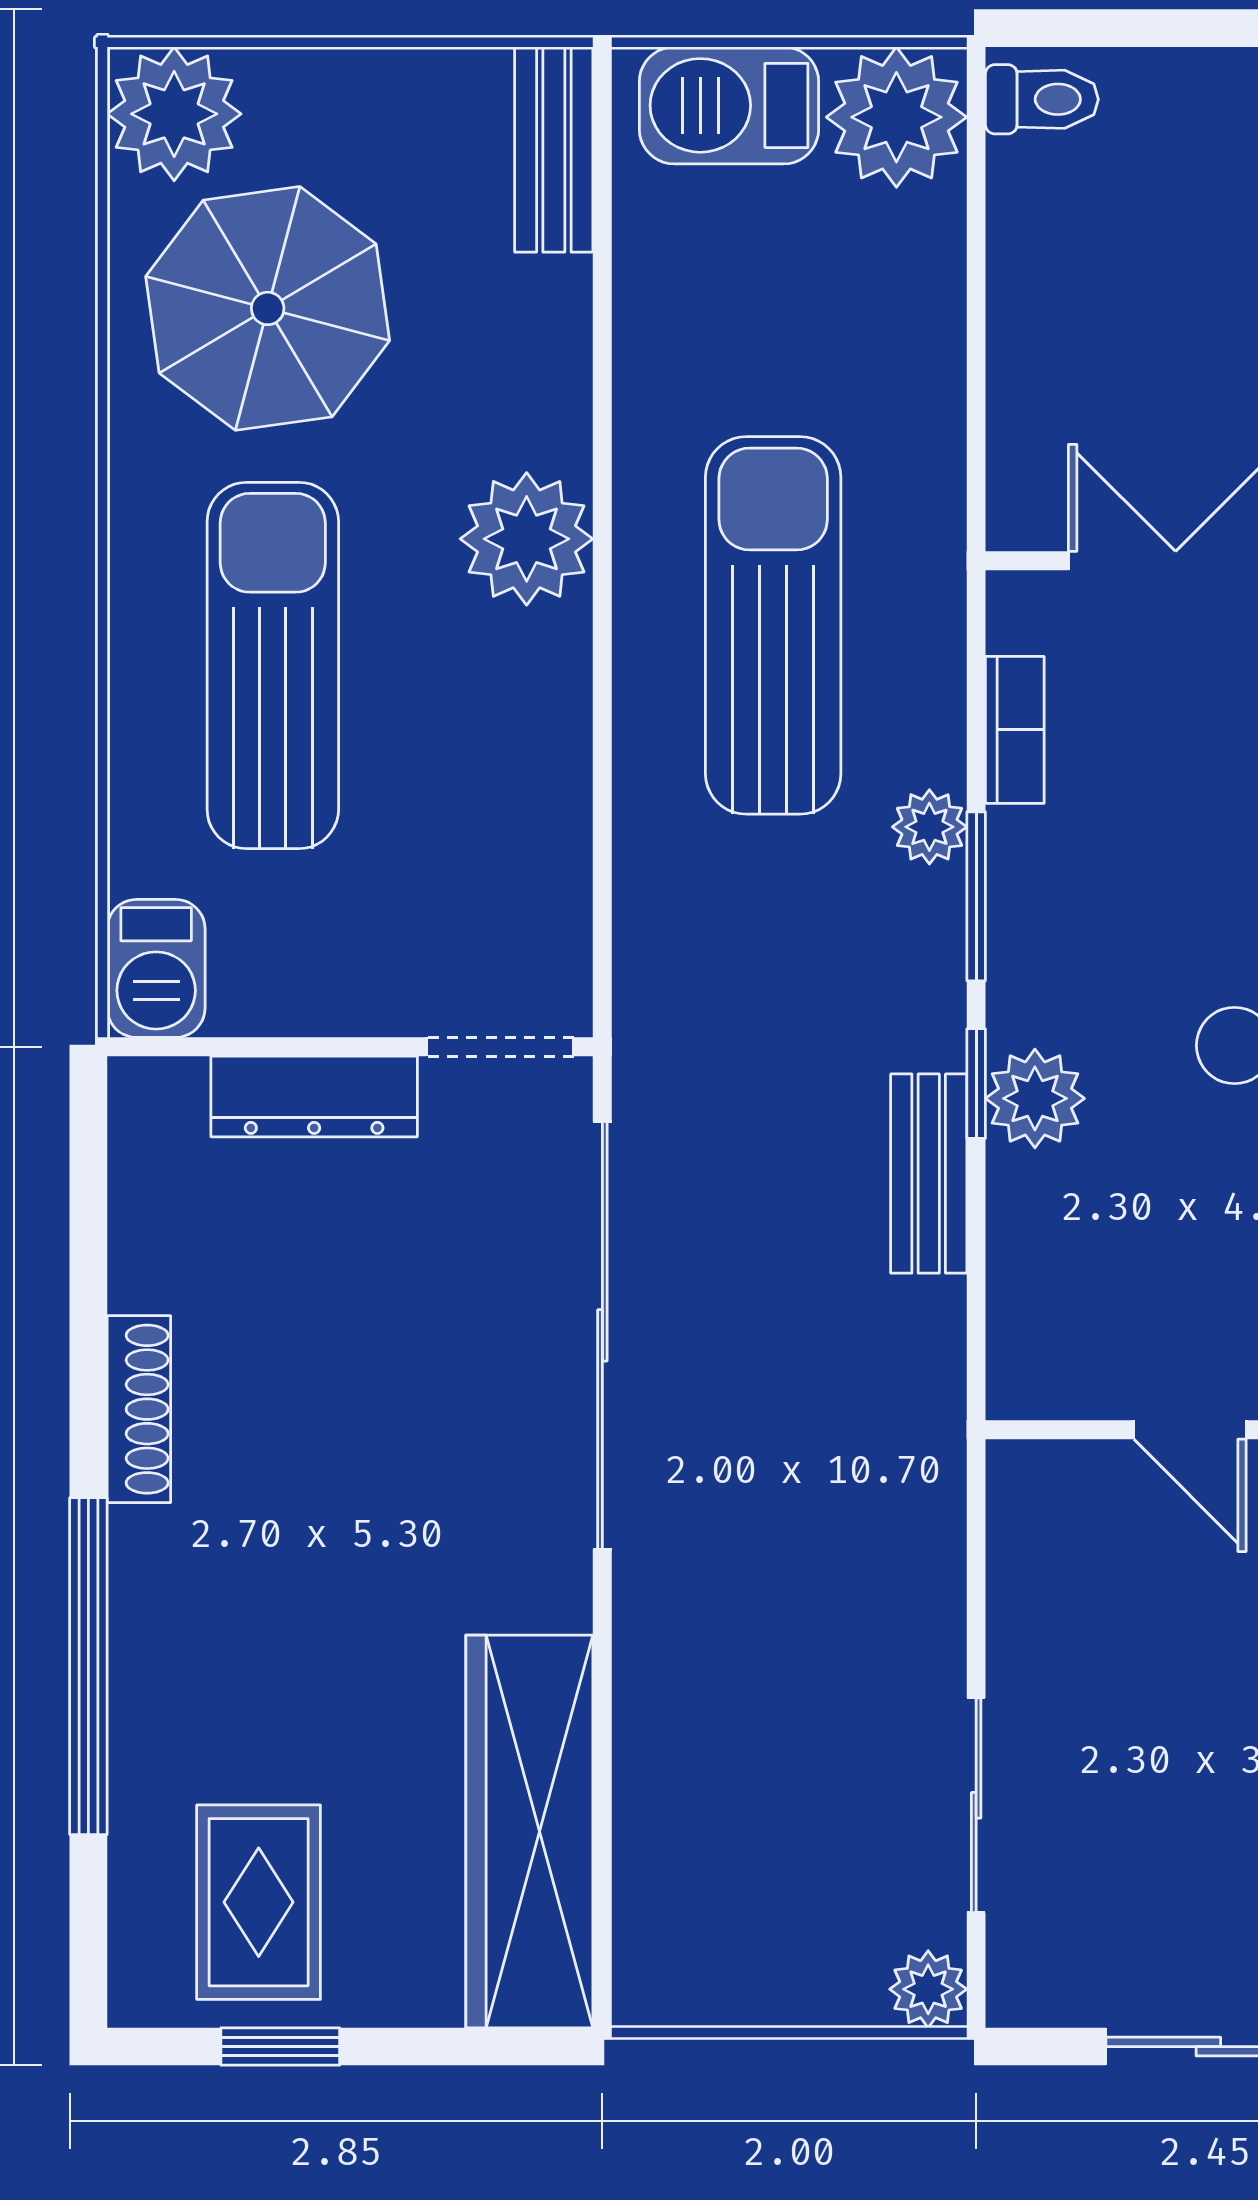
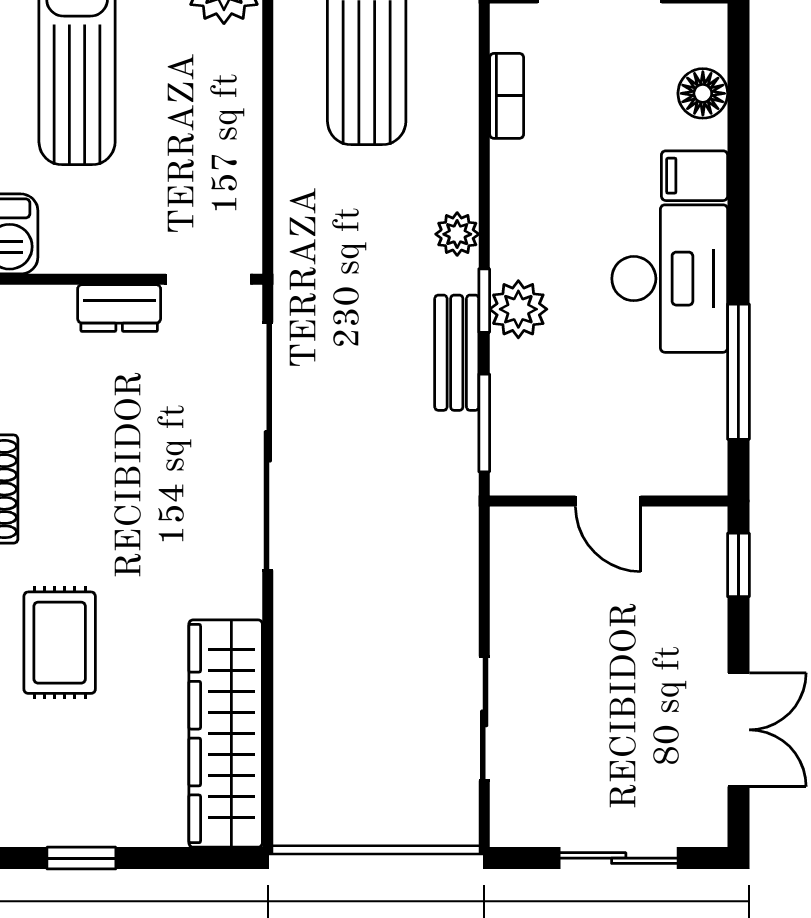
plant: (929, 827) -> (457, 234), moved
window: (976, 896) -> (484, 423), moved
dresser: (314, 1096) -> (119, 308), width x0.70
rug: (259, 1902) -> (60, 643), moved
plant: (928, 1989) -> (456, 825), removed

